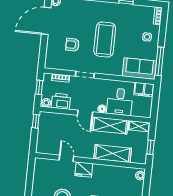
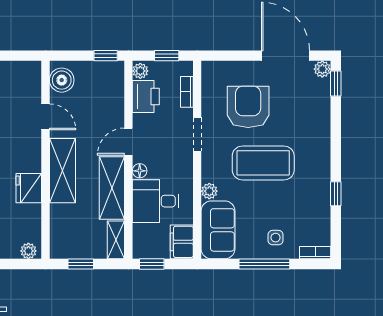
armchair: (72, 45) -> (248, 107), width x1.88, depth x1.88
window: (159, 61) -> (264, 264), moved
plant: (117, 71) -> (209, 191), added
window: (155, 108) -> (152, 264), added
boiler: (47, 147) -> (62, 80), added
shelving: (113, 154) -> (62, 171), moved
door: (66, 158) -> (45, 117), hinge flipped
fridge: (84, 170) -> (29, 188), moved

